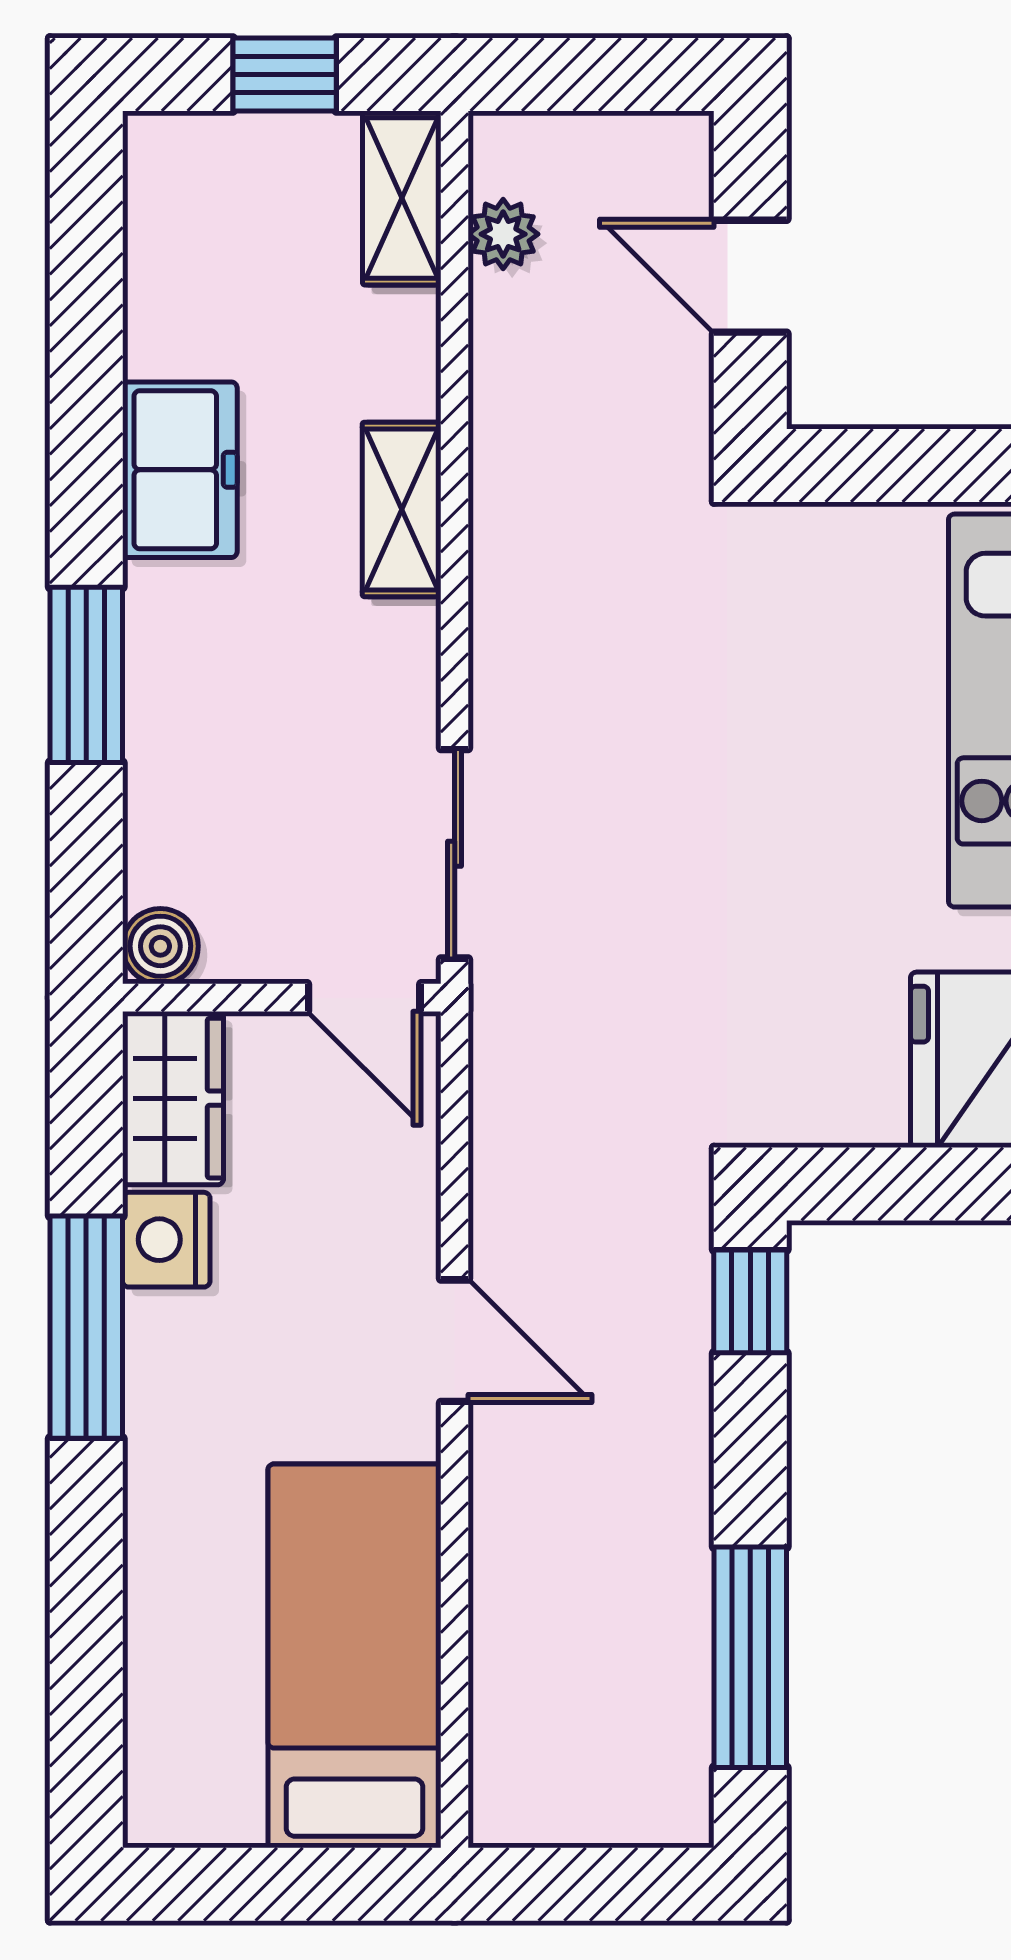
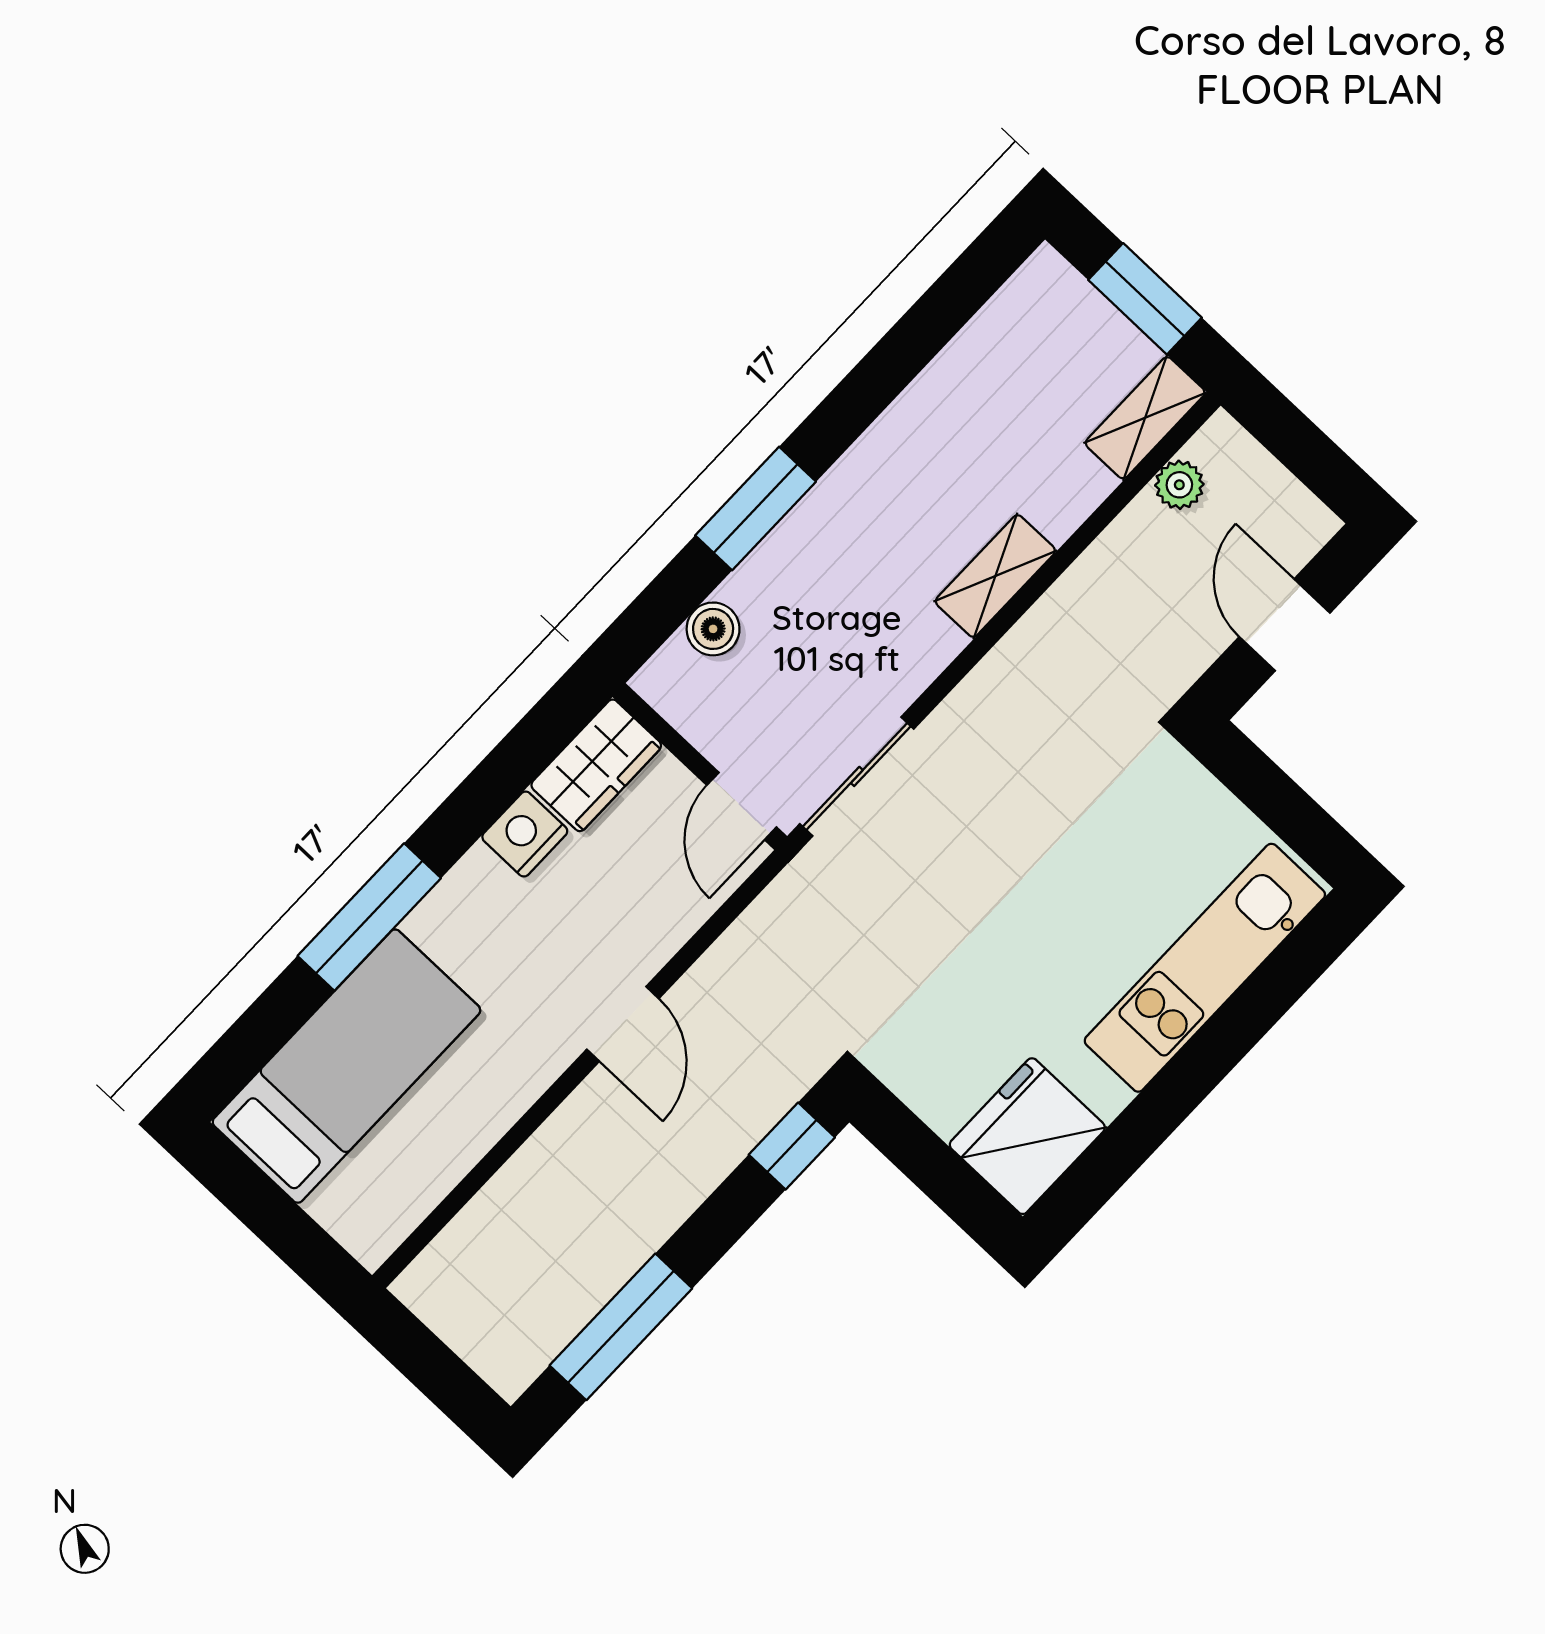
window: (285, 75) -> (1145, 299), width x1.50
freezer: (180, 470) -> (902, 449), removed
boiler: (160, 946) -> (713, 629), moved
window: (86, 1327) -> (369, 917), moved
bed: (355, 1656) -> (346, 1066), moved

